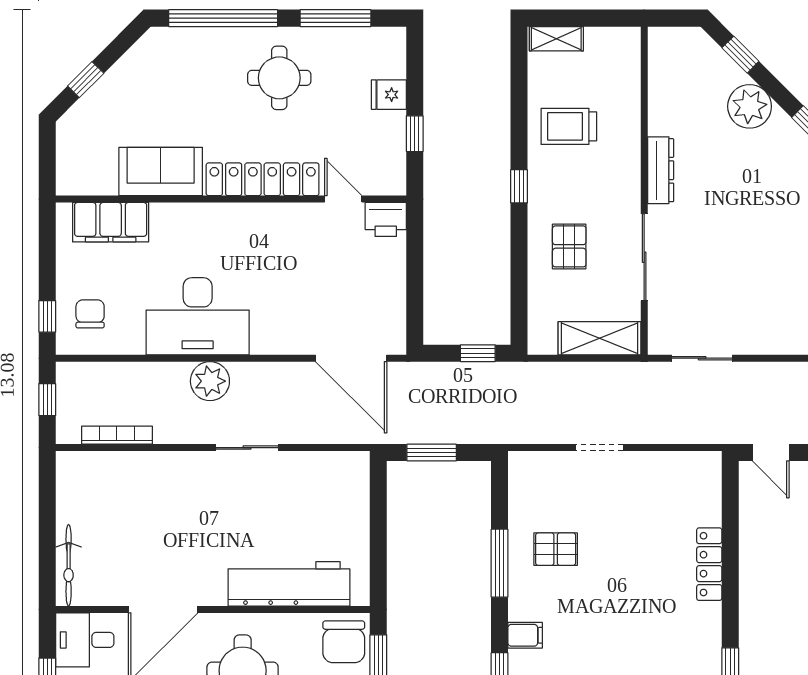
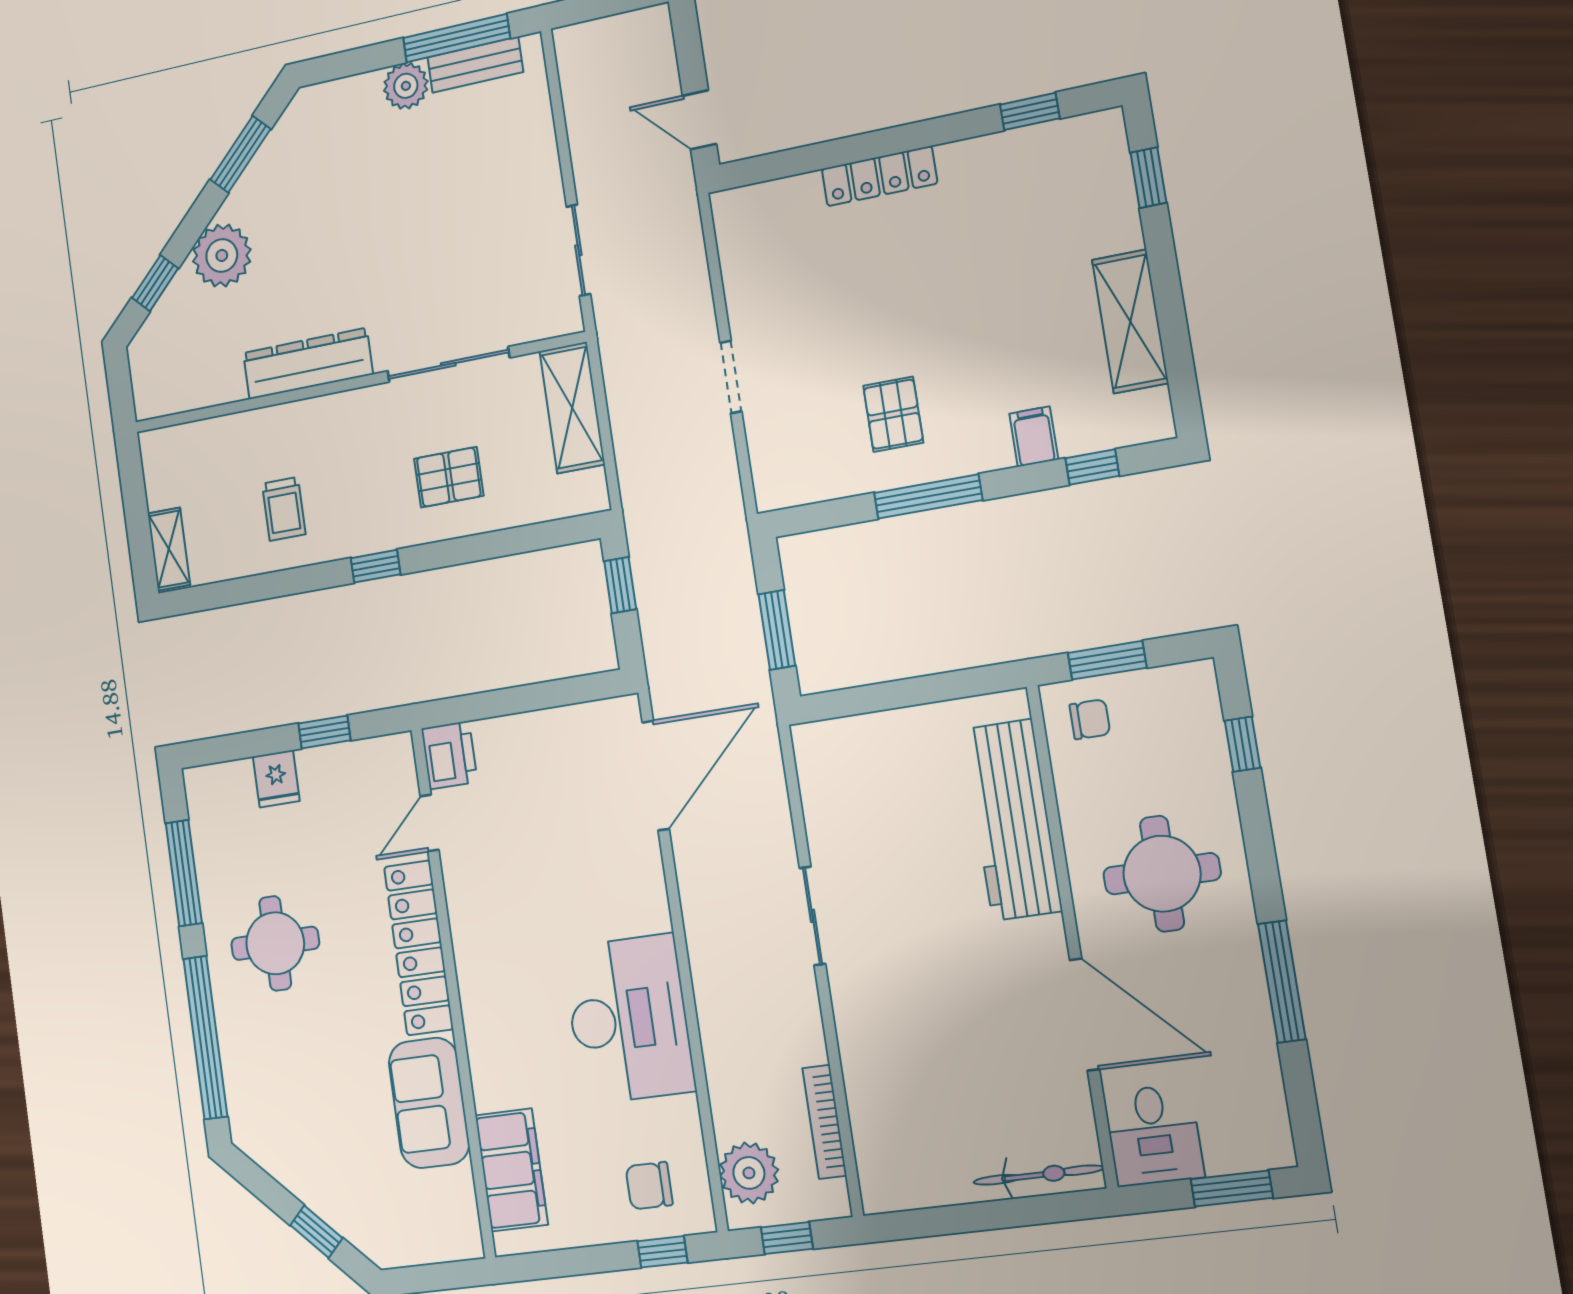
trolley: (569, 126) -> (284, 509), width x0.73, depth x0.72
dresser: (661, 170) -> (308, 364), width x1.37, depth x1.24
plant: (210, 381) -> (749, 1173), moved
door: (771, 453) -> (700, 120), swing flipped
chair: (344, 642) -> (1090, 719), width x0.54, depth x0.54

